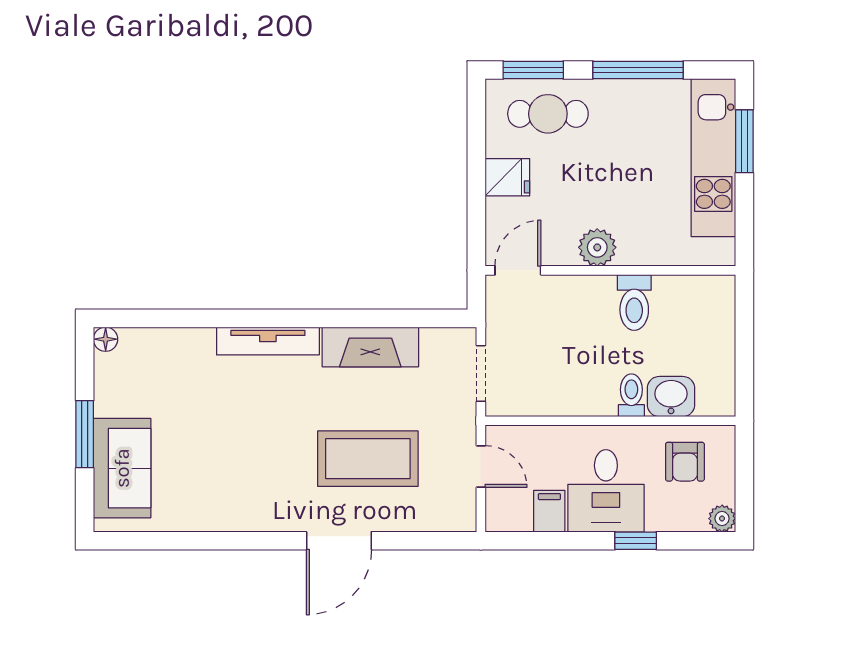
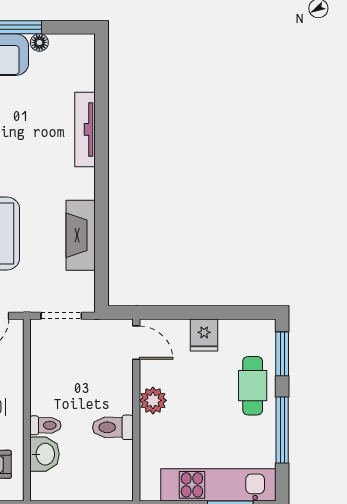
cafe table: (548, 114) -> (253, 386), moved
floor lamp: (106, 339) -> (39, 43), moved
tv unit: (268, 341) -> (85, 129), moved

